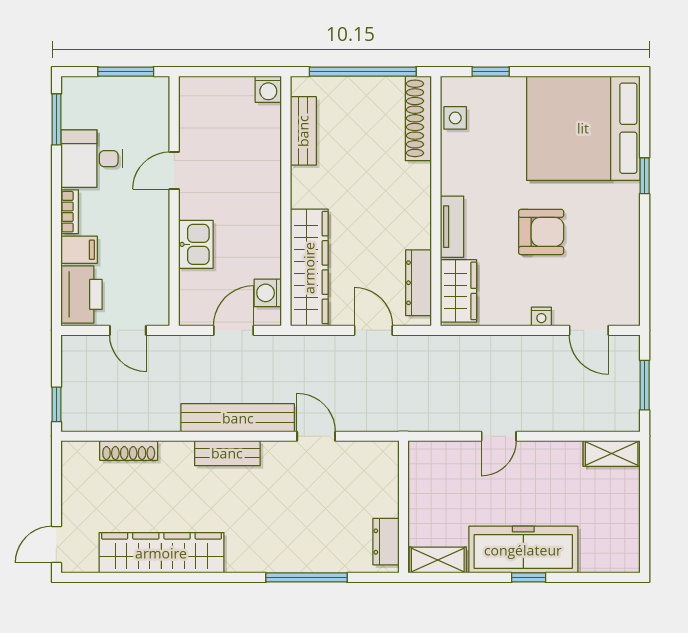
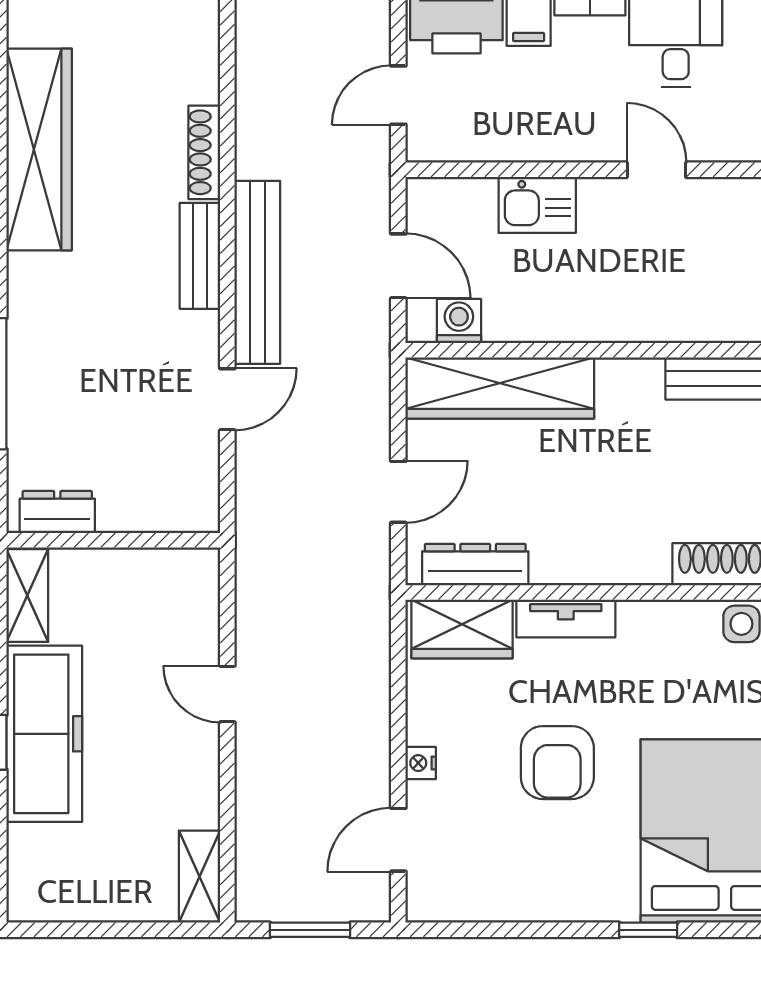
shoe rack: (129, 450) -> (204, 152), moved

